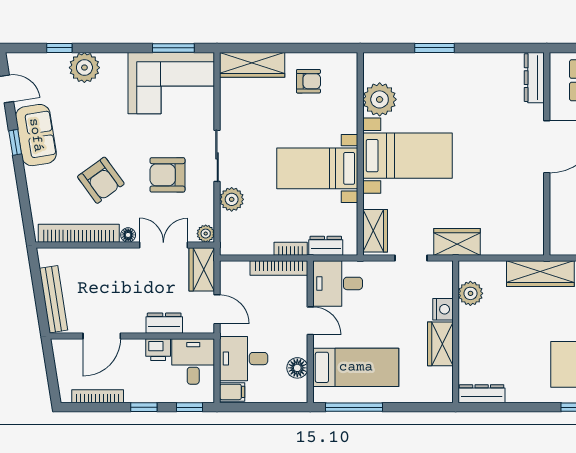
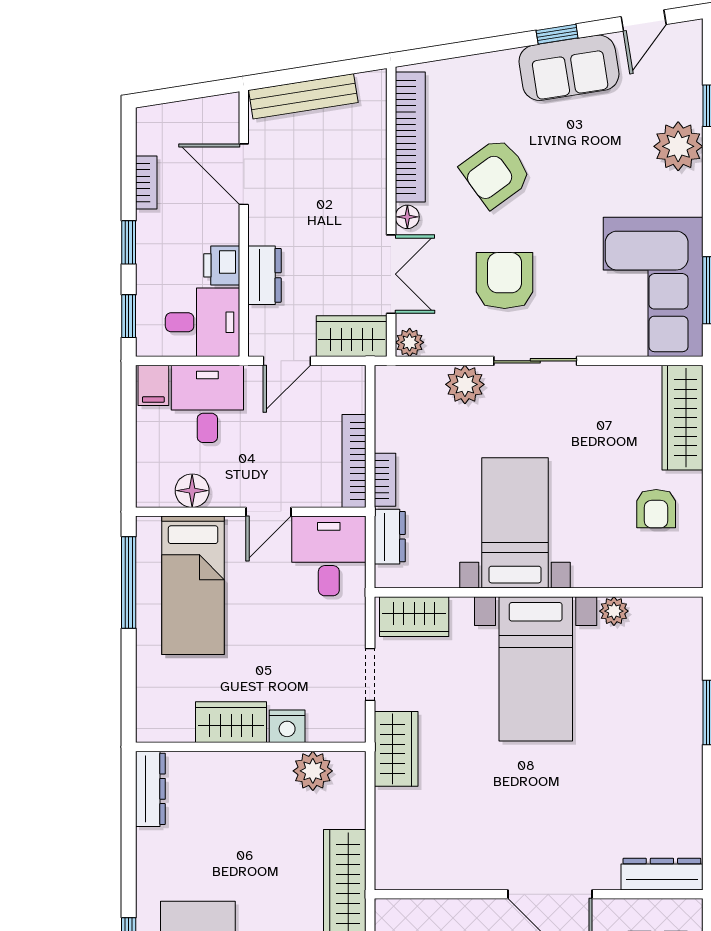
plant: (380, 99) -> (614, 611), width x0.53, depth x0.53
bookcase: (98, 396) -> (146, 182), width x0.64

